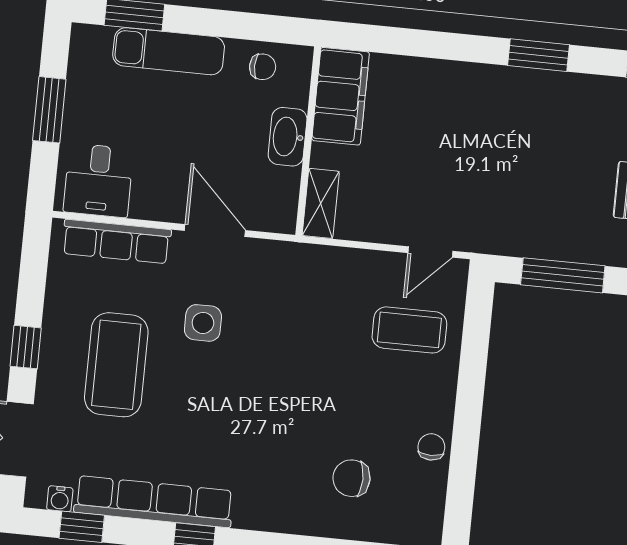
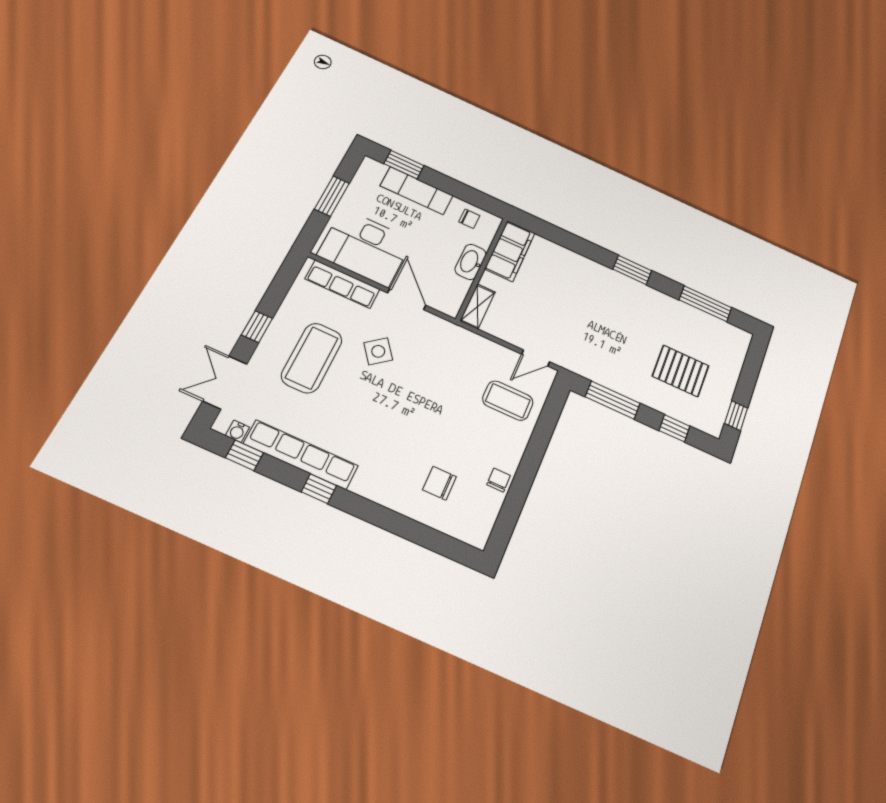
desk: (98, 180) -> (365, 247), width x1.87, depth x1.30
side table: (203, 323) -> (378, 351), turned -38

